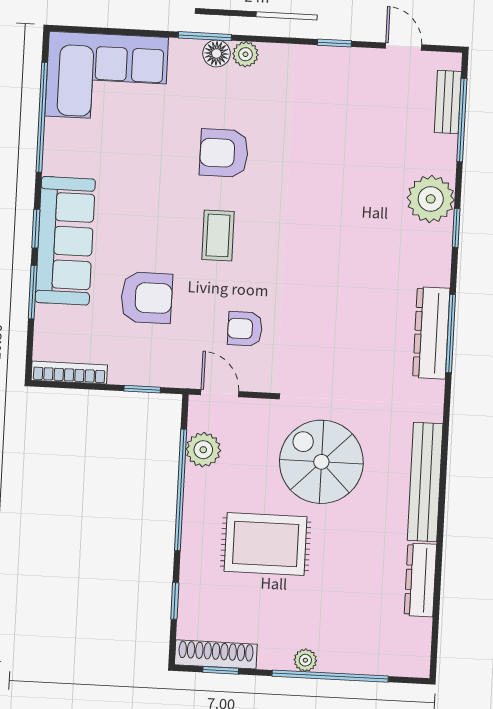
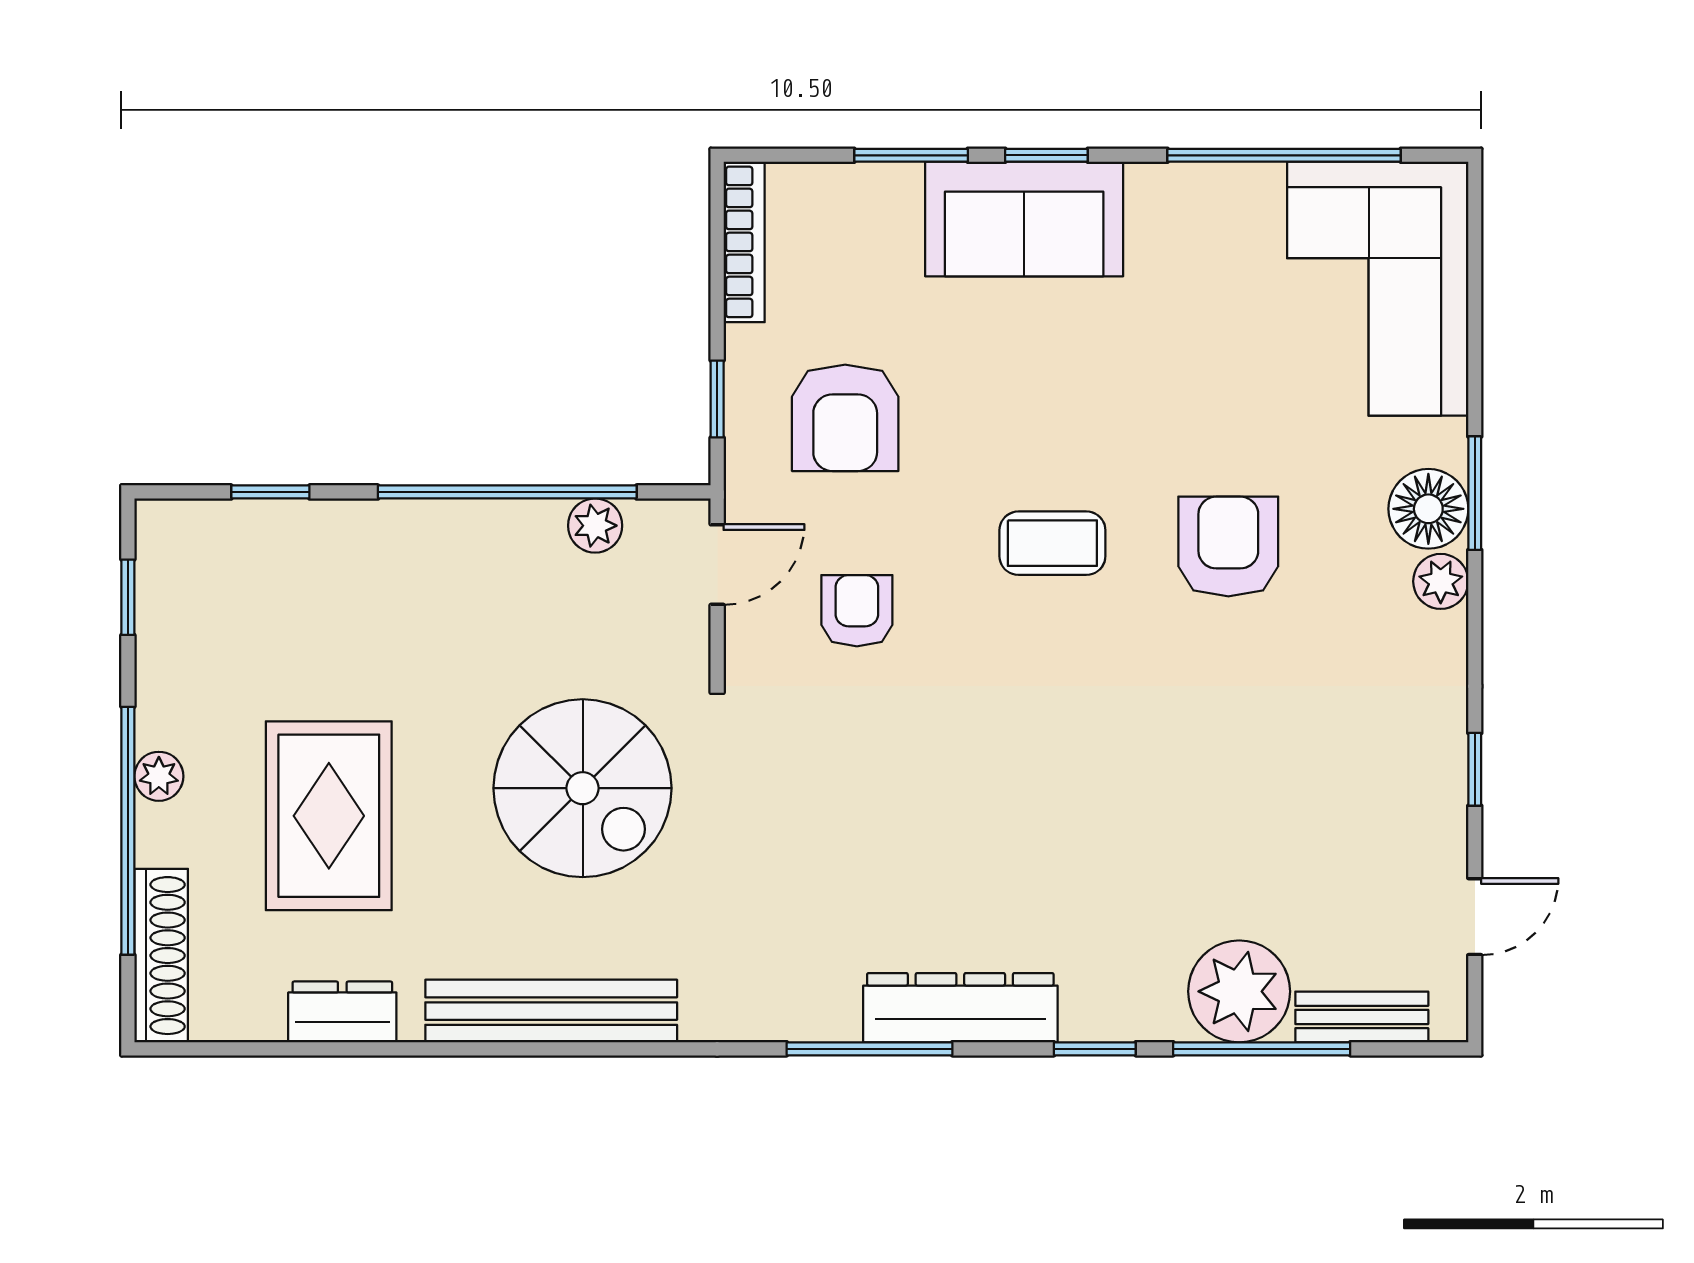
floor lamp: (217, 53) -> (1428, 509), width x1.38, depth x1.38
window: (462, 120) -> (1262, 1049), moved
plant: (431, 199) -> (1239, 991), moved
sofa: (65, 241) -> (1024, 219), width x0.73
armchair: (147, 298) -> (845, 418), moved
dresser: (431, 333) -> (960, 1008), moved
plant: (203, 450) -> (595, 526), width x0.73, depth x0.73
spiral stairs: (321, 462) -> (583, 788), turned 90
rug: (266, 544) -> (329, 816), moved
dresser: (420, 580) -> (342, 1012), width x0.70
shoe rack: (216, 654) -> (161, 956), moved

